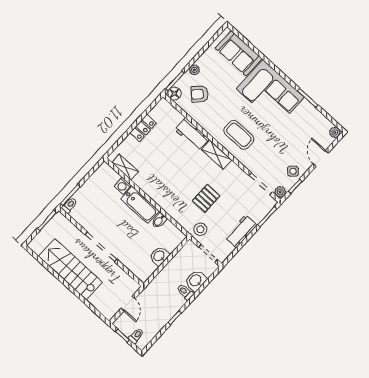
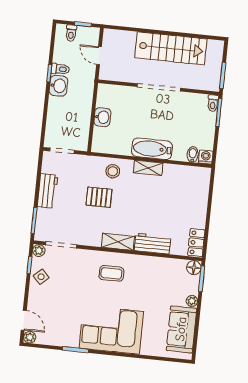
sofa: (239, 53) -> (181, 329), moved, turned -90
armchair: (200, 94) -> (172, 283), removed
locker: (143, 128) -> (196, 243), moved
coffee table: (239, 135) -> (111, 273), width x0.73, depth x0.77
door: (321, 158) -> (24, 320), moved
shelving: (125, 167) -> (148, 168), moved
washing machine: (123, 186) -> (206, 157), moved
pallet: (206, 198) -> (99, 197), turned 90
bidet: (159, 221) -> (193, 155), moved
stool: (200, 229) -> (113, 171), moved
washbasin: (196, 281) -> (58, 86), moved
toilet: (185, 292) -> (60, 69), moved

